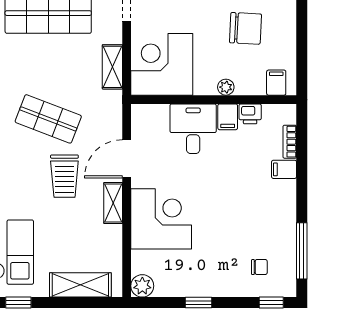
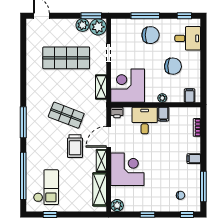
printer: (250, 114) -> (117, 112), moved
filing cabinet: (284, 169) -> (194, 159), moved
shelving: (80, 285) -> (100, 189), moved, turned 90

